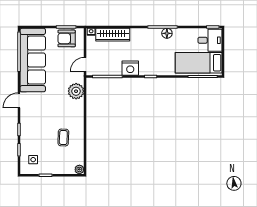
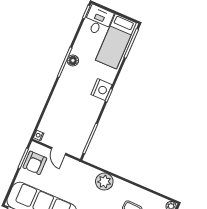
wardrobe: (113, 35) -> (51, 115), removed
door: (85, 64) -> (59, 151), moved
nightstand: (130, 68) -> (101, 90), moved
plant: (76, 91) -> (104, 182), moved

